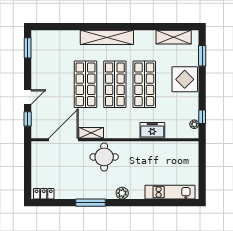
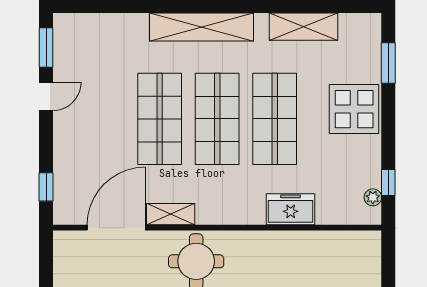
shelving: (174, 37) -> (304, 27), moved
door: (28, 97) -> (46, 96), moved

